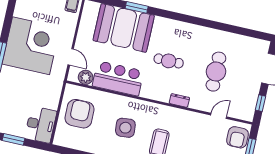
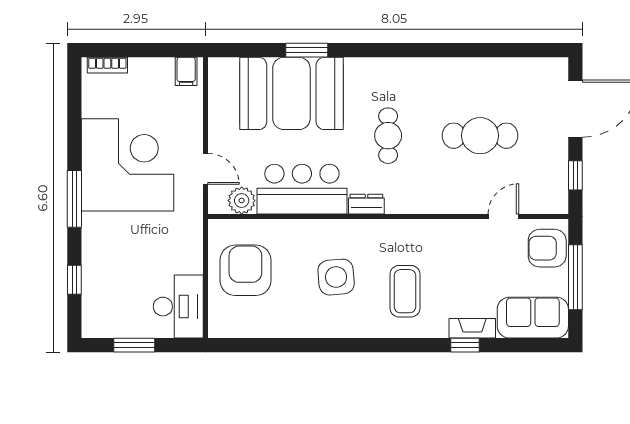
cafe table: (169, 61) -> (388, 136), turned 90
cafe table: (216, 72) -> (480, 136), turned 90
dresser: (179, 100) -> (366, 204), moved
armchair: (238, 137) -> (547, 248), turned 90

